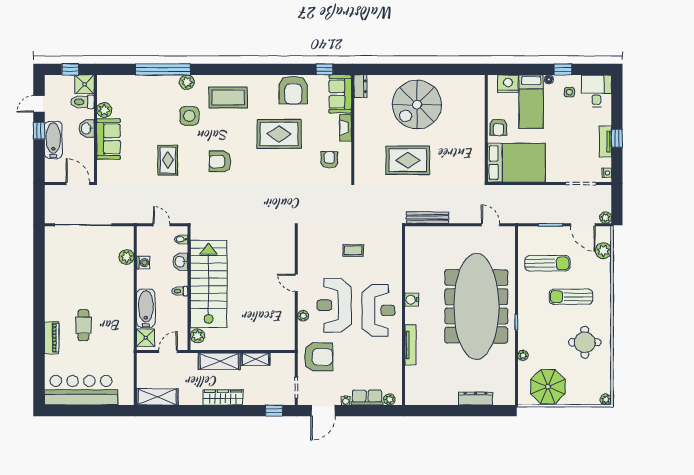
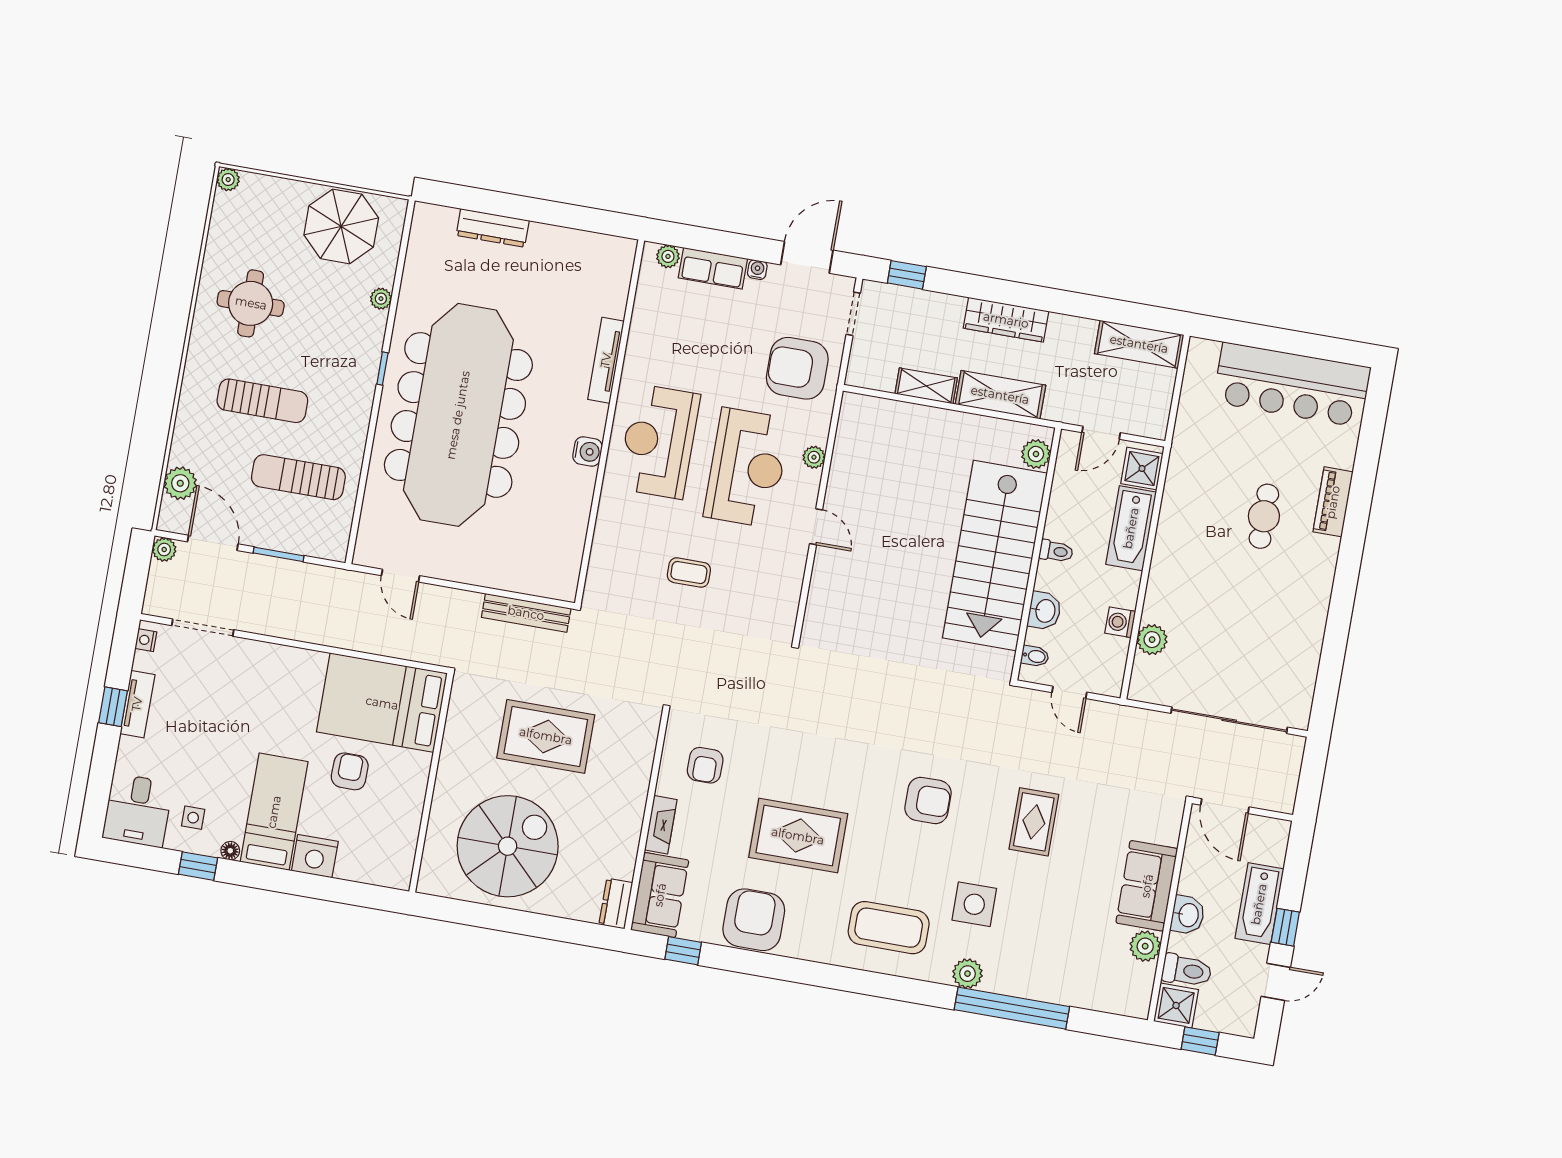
wall: (486, 129) -> (431, 783), moved
bed: (516, 163) -> (382, 703), moved

